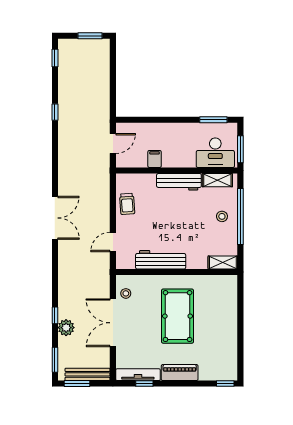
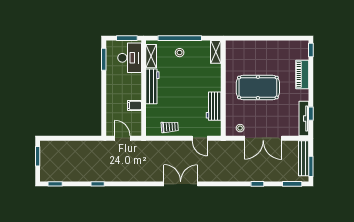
workbench: (161, 260) -> (214, 106), width x0.73
plant: (66, 328) -> (267, 175), removed
piano: (180, 373) -> (302, 75), moved

